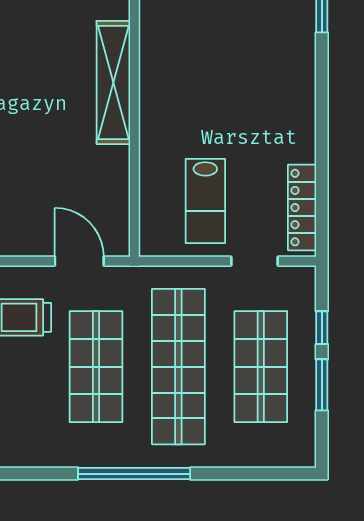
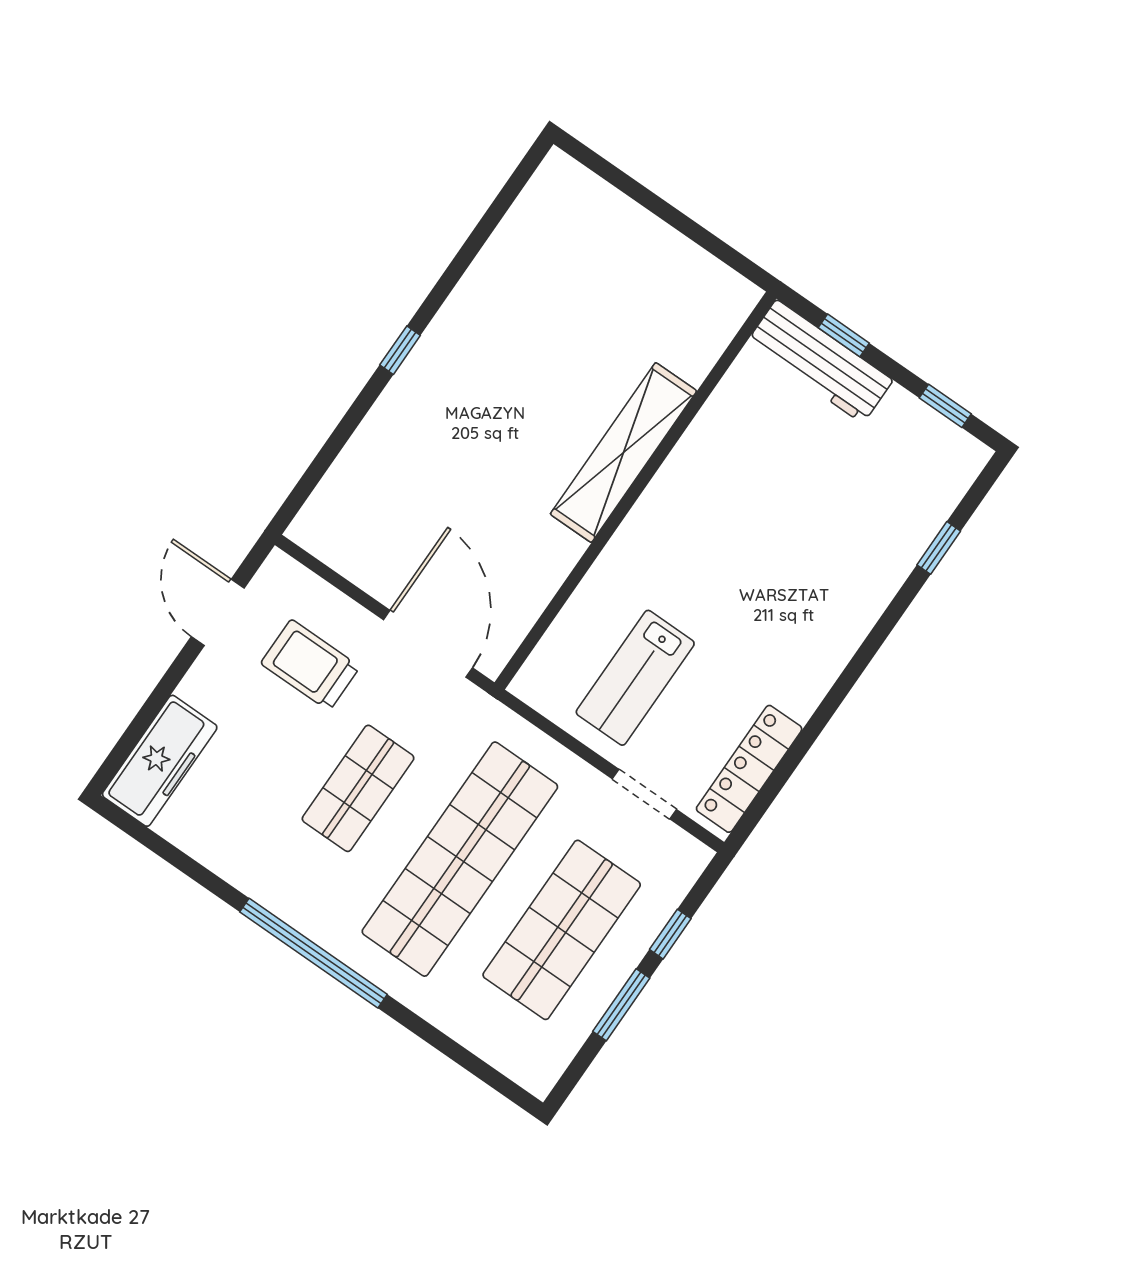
door: (79, 261) -> (428, 644), width x1.36
shop shelf: (96, 367) -> (358, 788), width x0.70, depth x0.74

